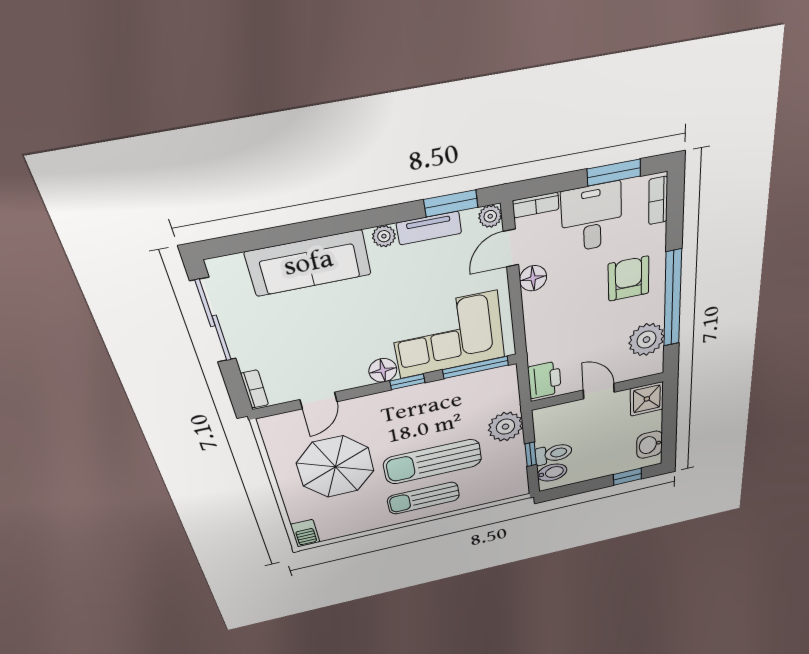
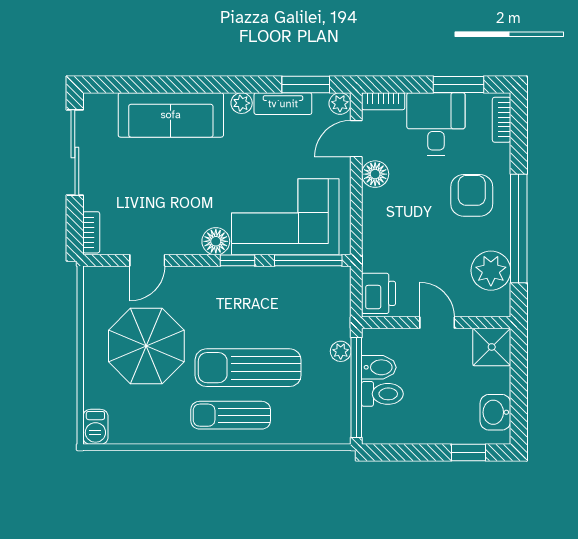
plant: (506, 427) -> (341, 351), width x0.53, depth x0.53
window: (531, 454) -> (356, 388), width x3.17
bidet: (552, 473) -> (379, 367), moved

